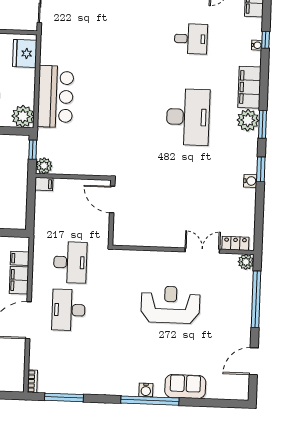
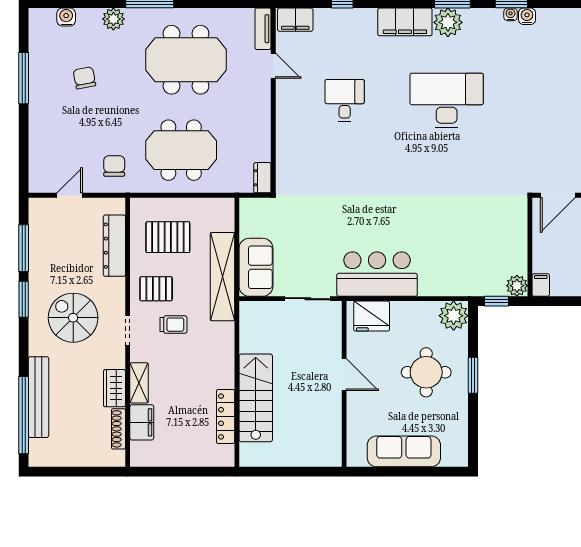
water cooler: (257, 45) -> (511, 14), moved
bar counter: (55, 97) -> (377, 274), moved

